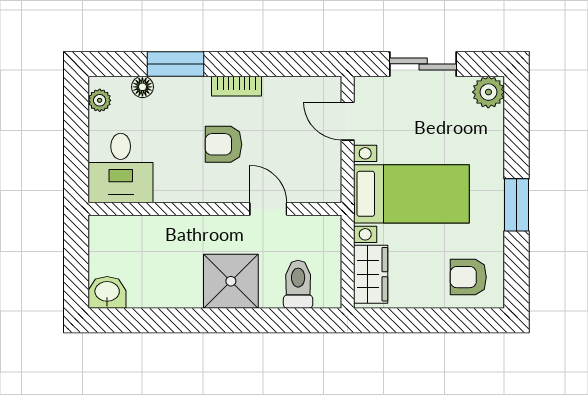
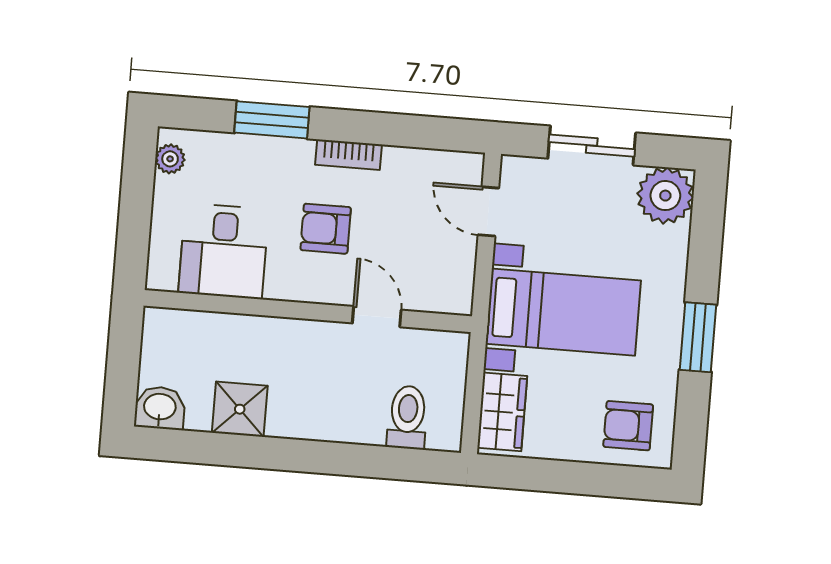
floor lamp: (142, 87) -> (227, 146), removed
plant: (488, 92) -> (665, 196), width x1.36, depth x1.36
desk: (121, 168) -> (224, 251), moved
shower: (231, 281) -> (240, 409), moved, width x0.73, depth x0.73

